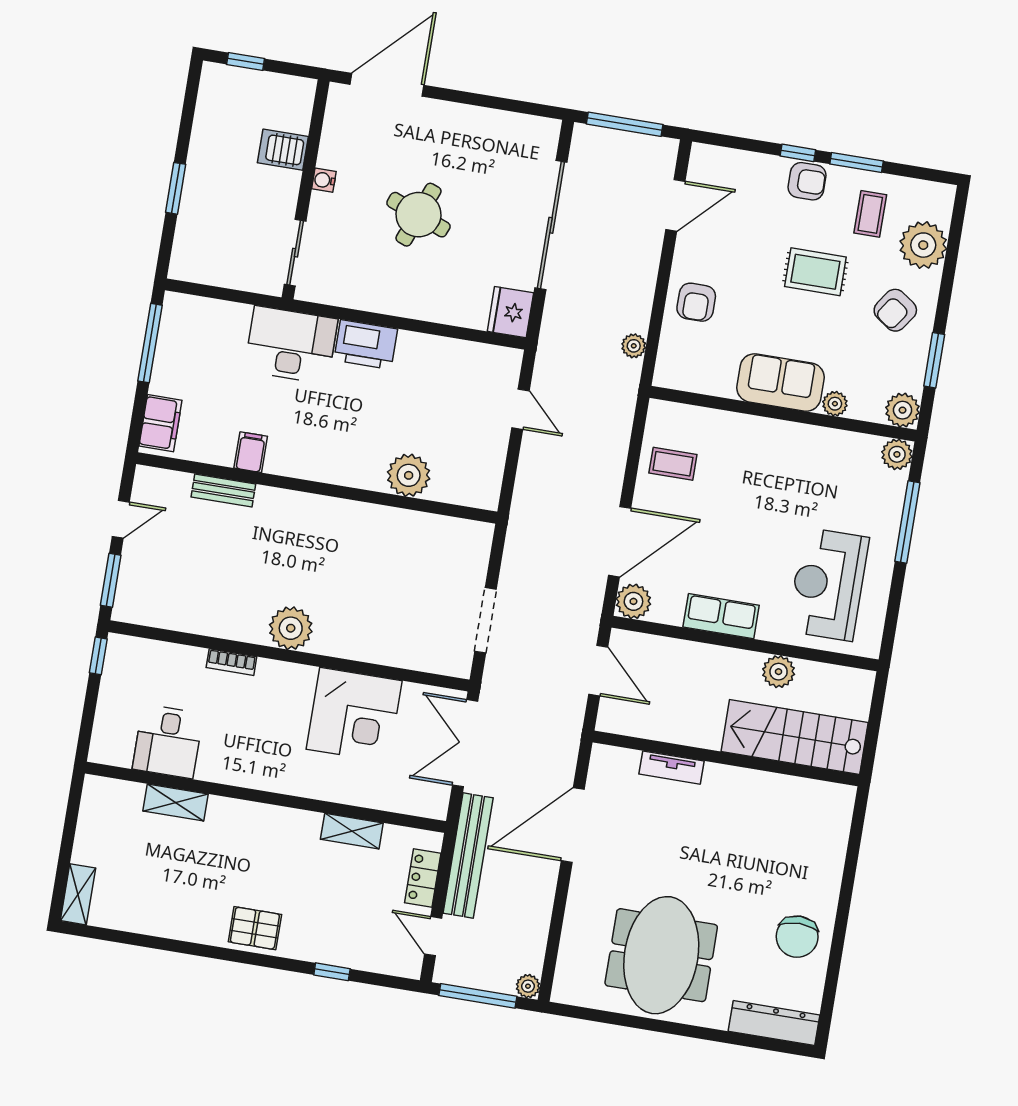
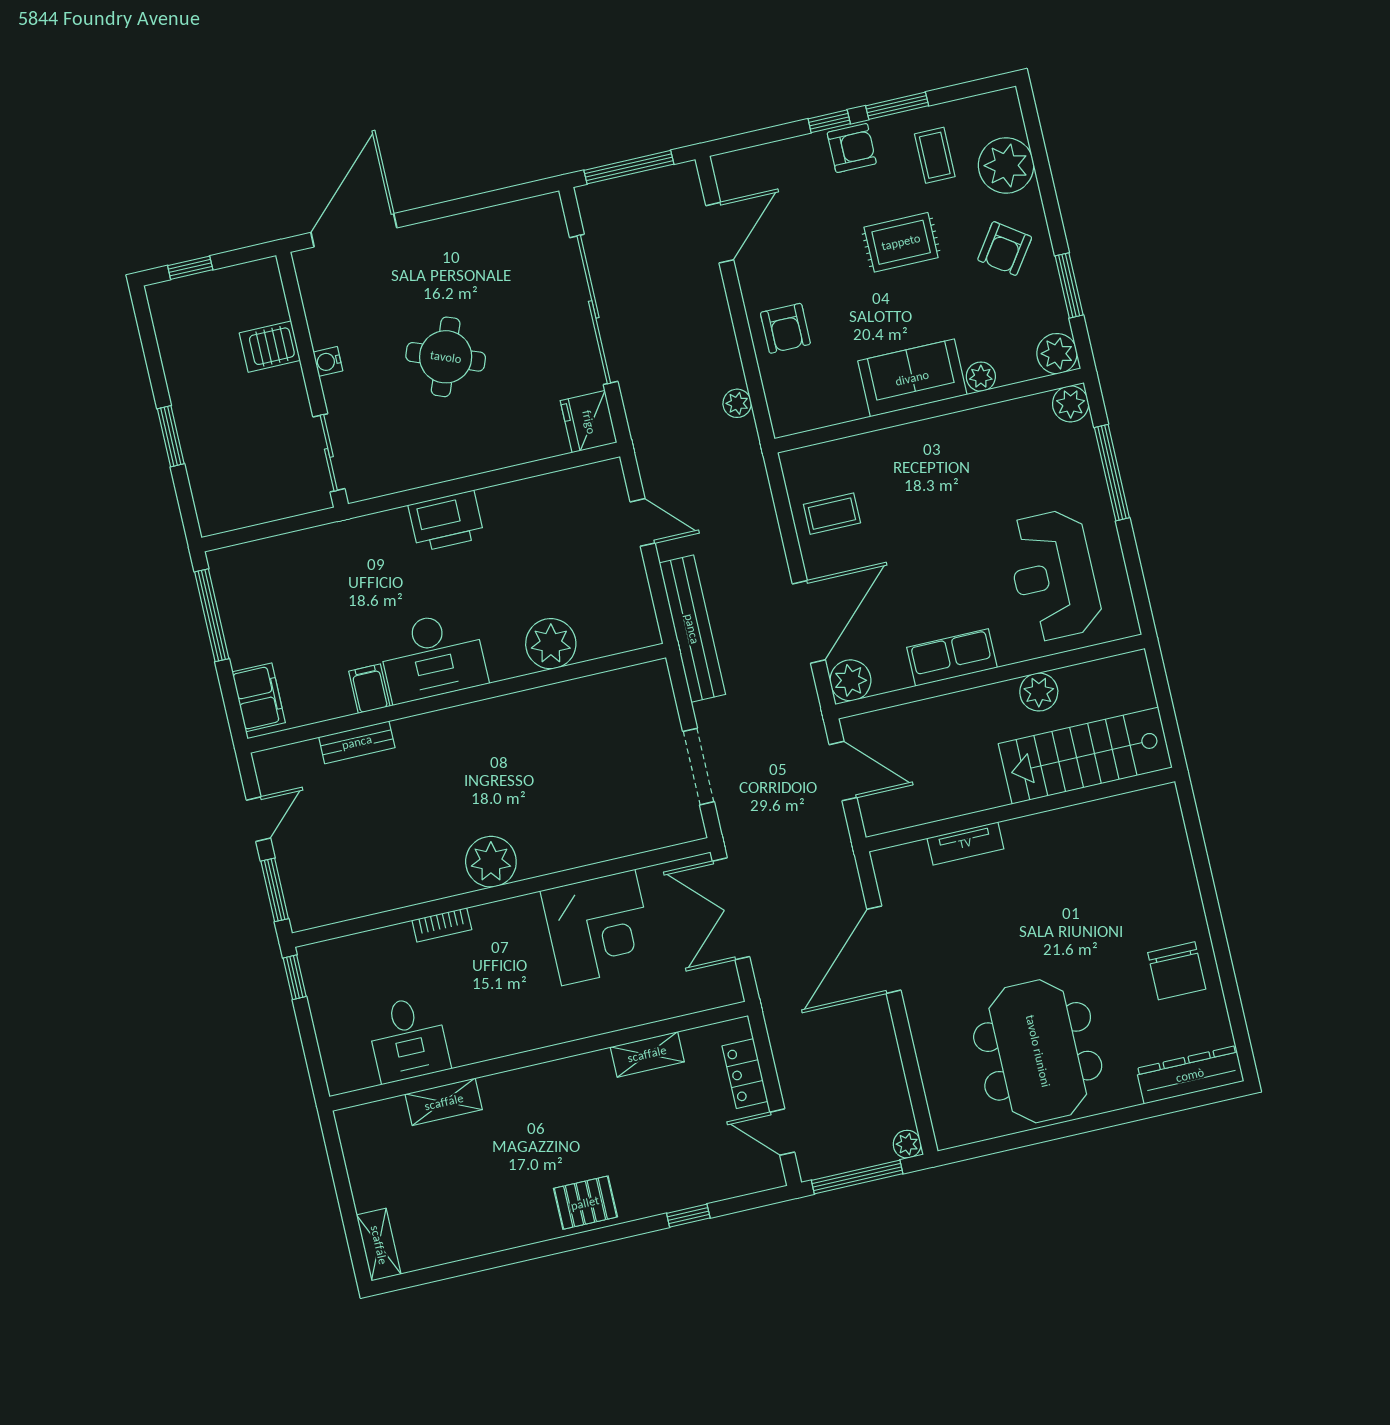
desk: (291, 345) -> (433, 657), moved, turned 180
bench: (468, 856) -> (692, 629), moved

